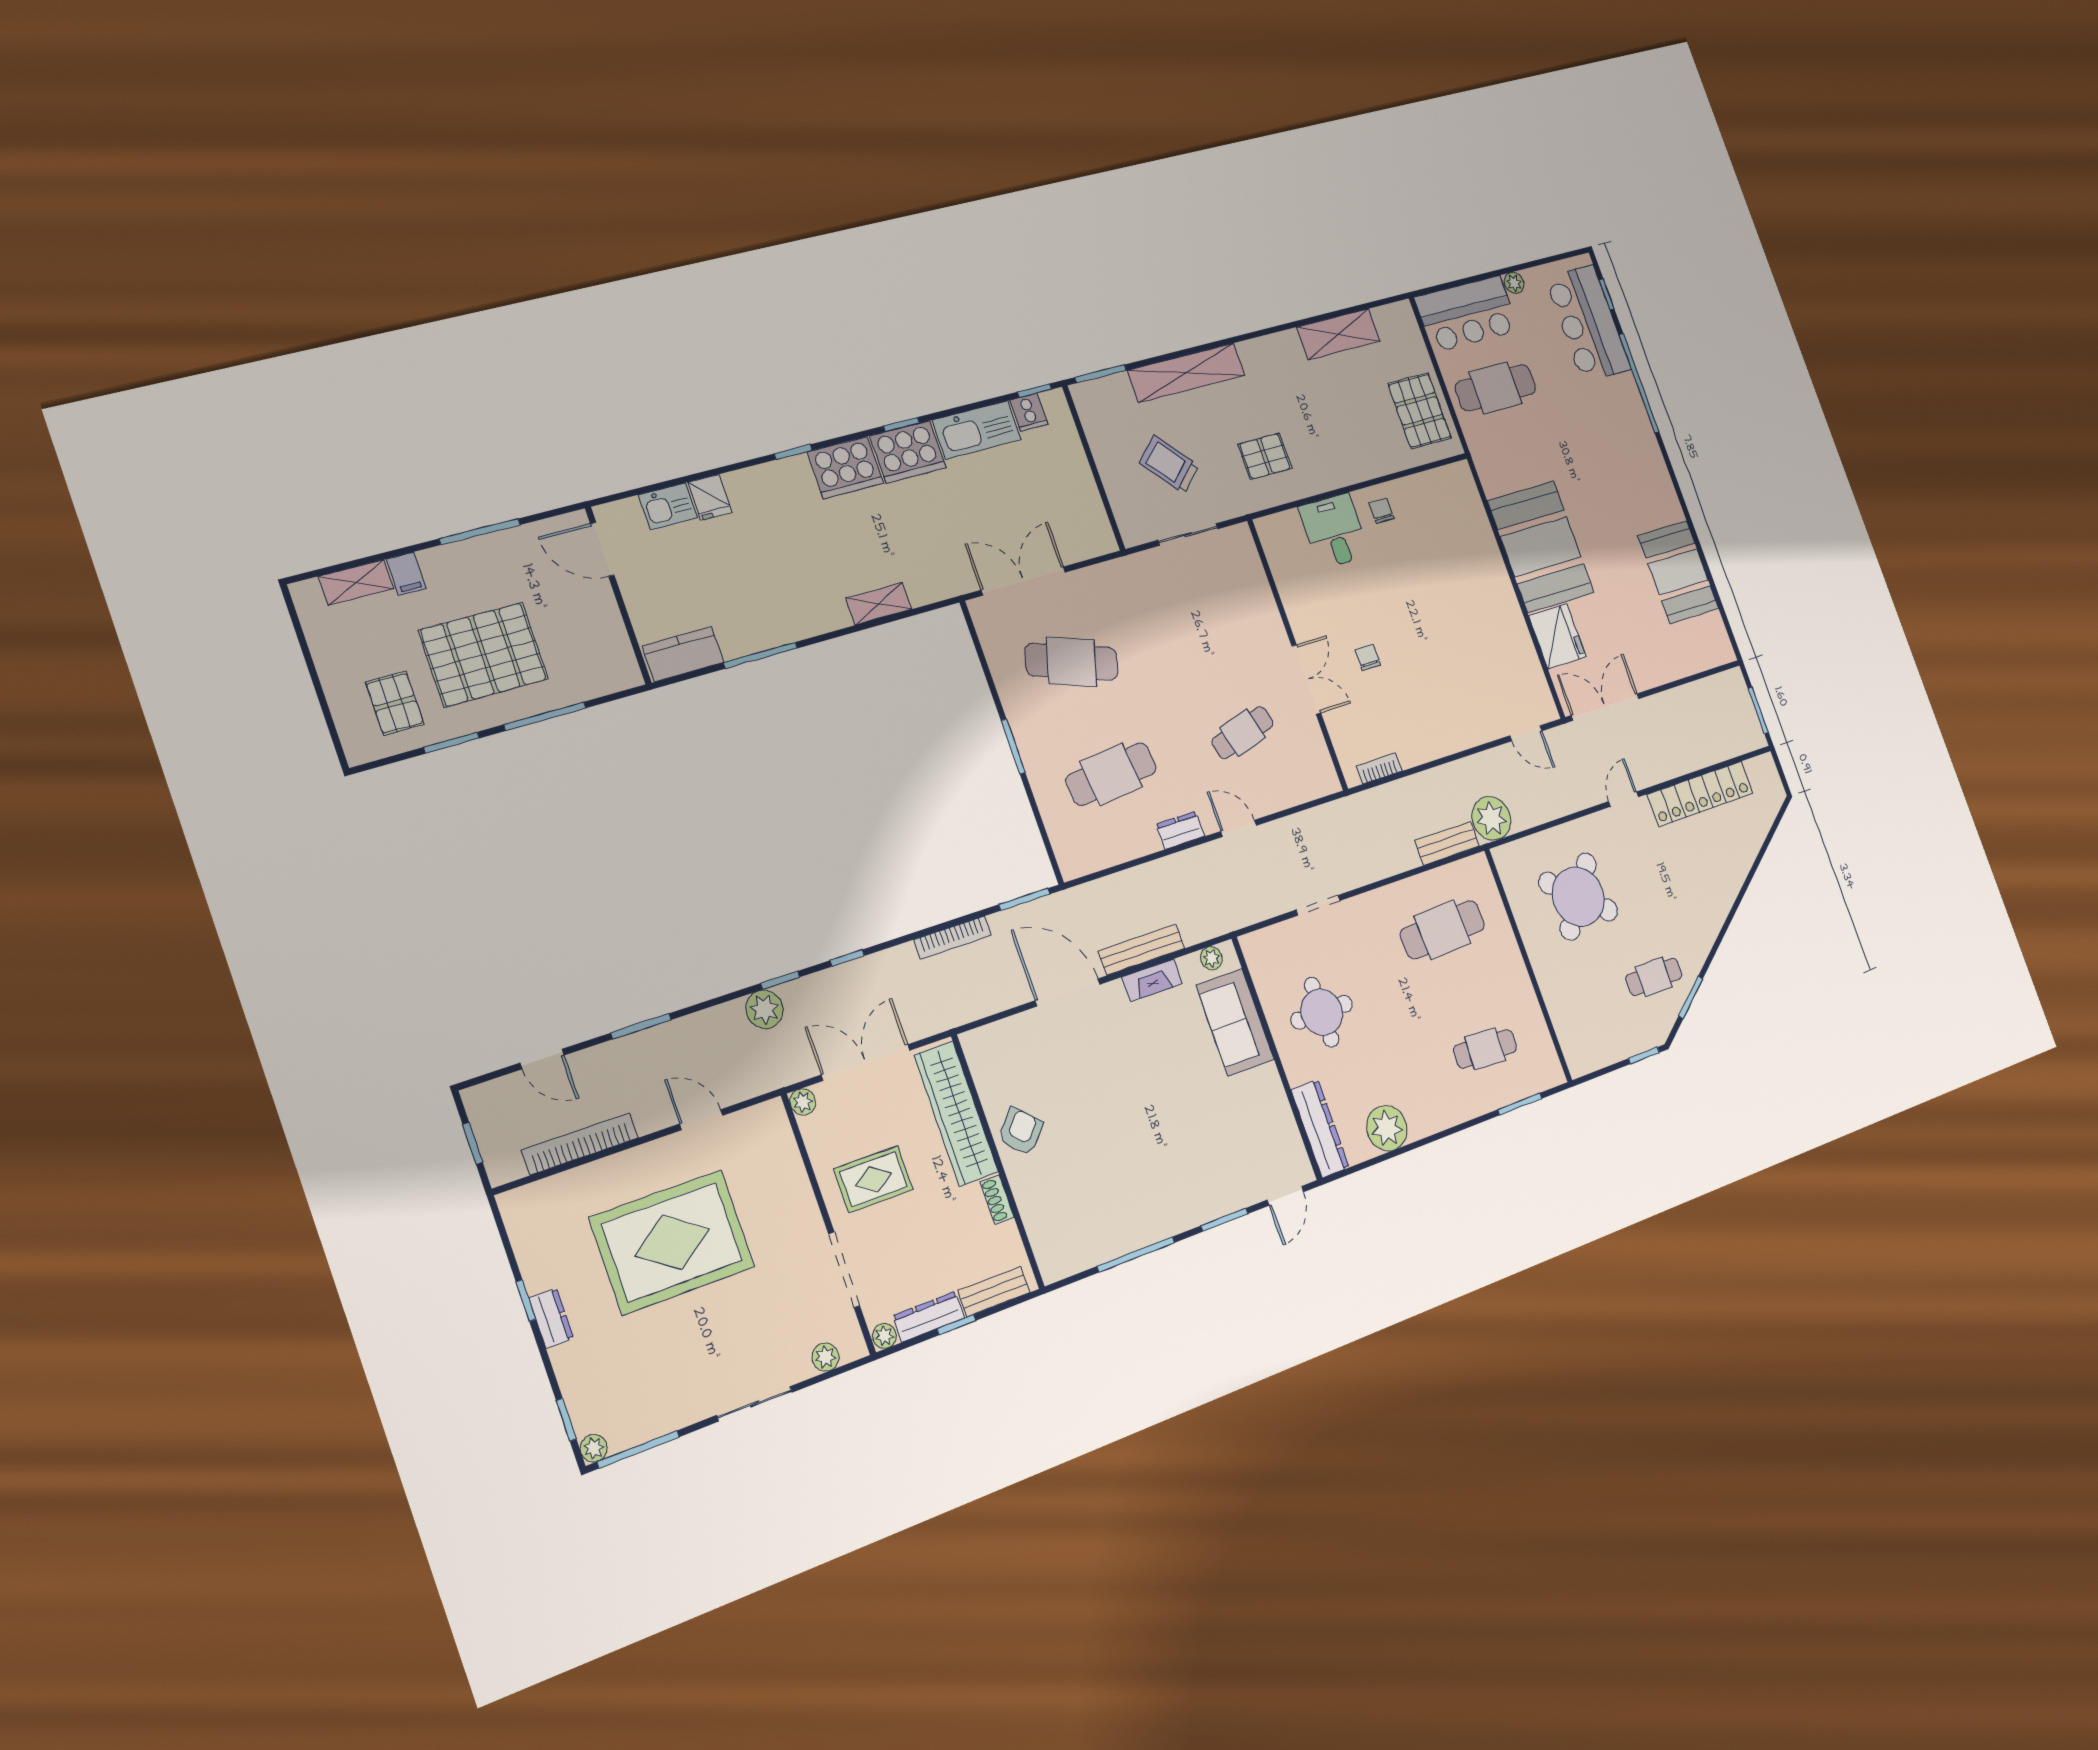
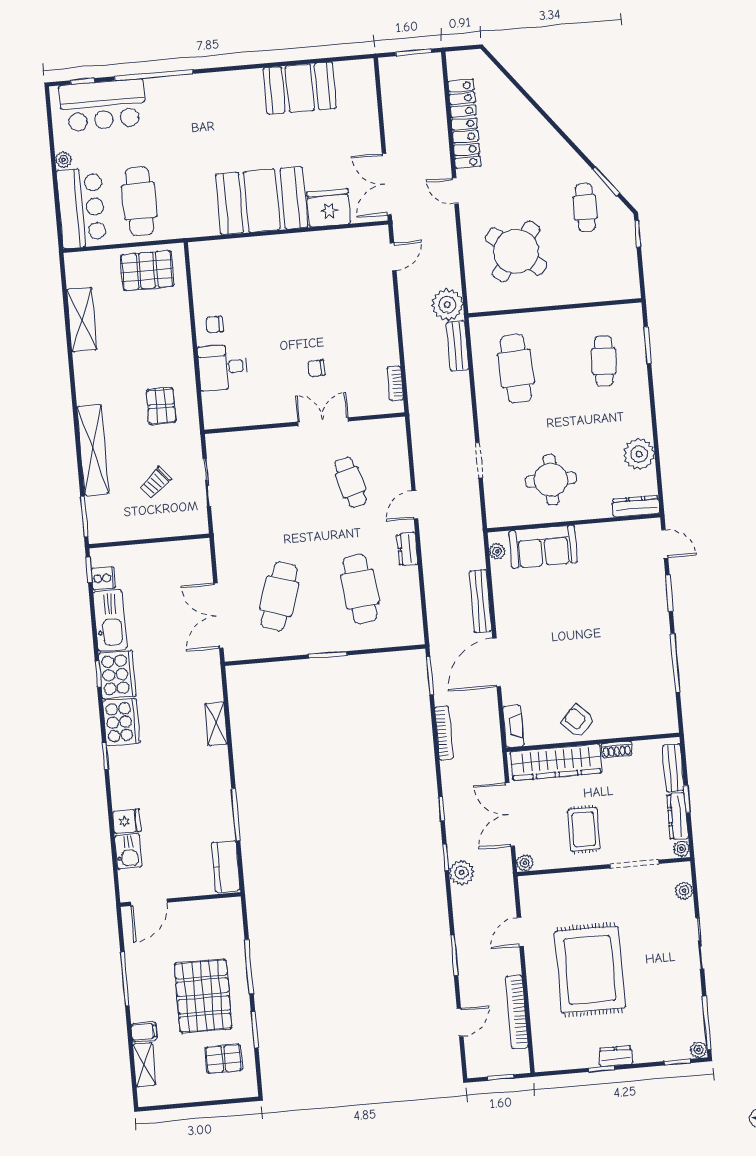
trolley: (1169, 464) -> (155, 483), width x0.73, depth x0.72
fireplace: (1152, 980) -> (513, 726), moved
dresser: (1320, 1129) -> (636, 506), width x0.73, depth x0.80

